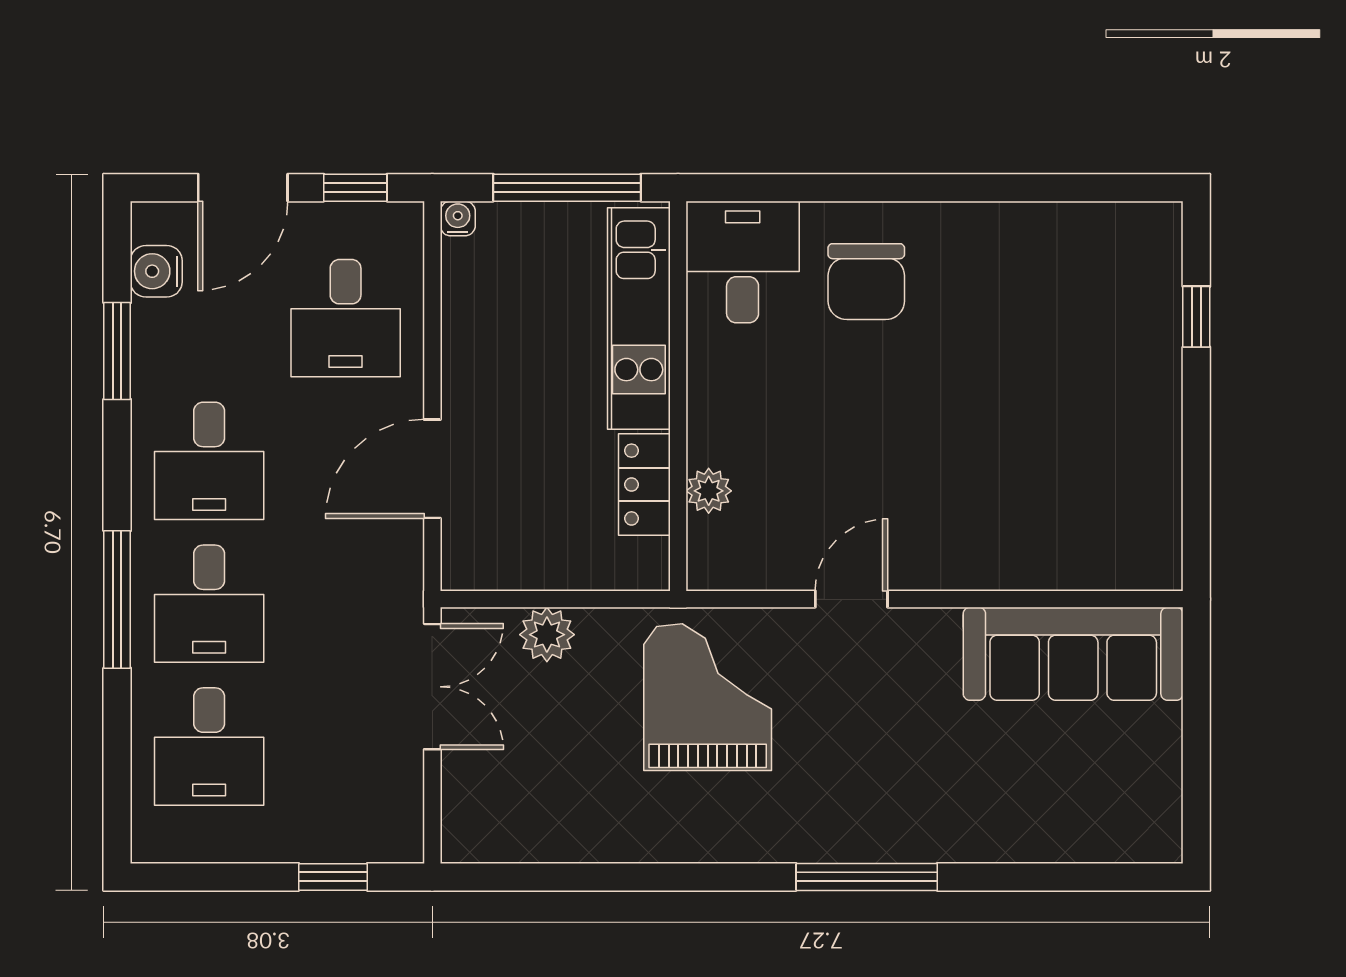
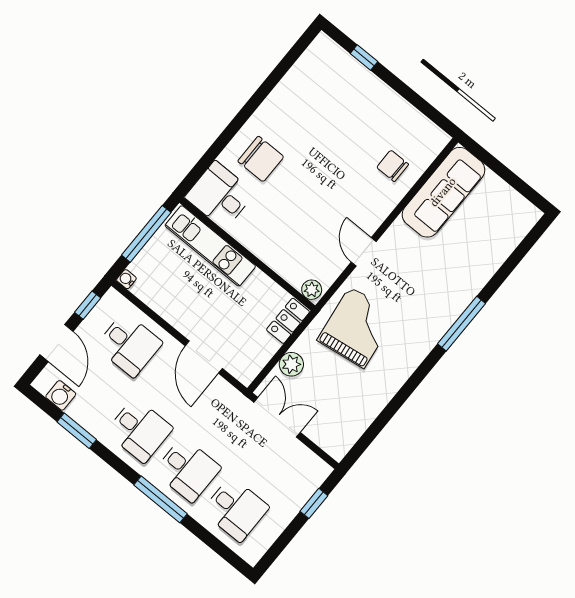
locker: (644, 485) -> (288, 321), moved, turned 90
plant: (709, 491) -> (312, 290), moved
chair: (1046, 525) -> (393, 166), added
grand piano: (708, 697) -> (357, 327), turned 82

